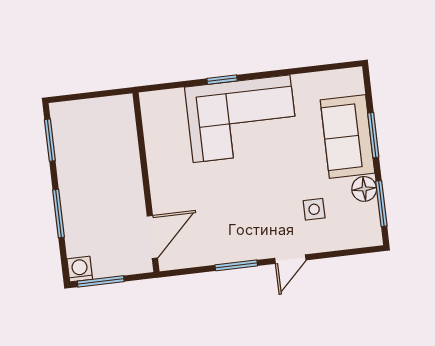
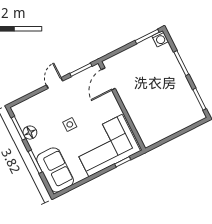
sofa: (347, 137) -> (55, 170), moved
wall: (146, 182) -> (122, 106), moved
side table: (314, 209) -> (70, 124), moved
door: (152, 237) -> (108, 79), moved

